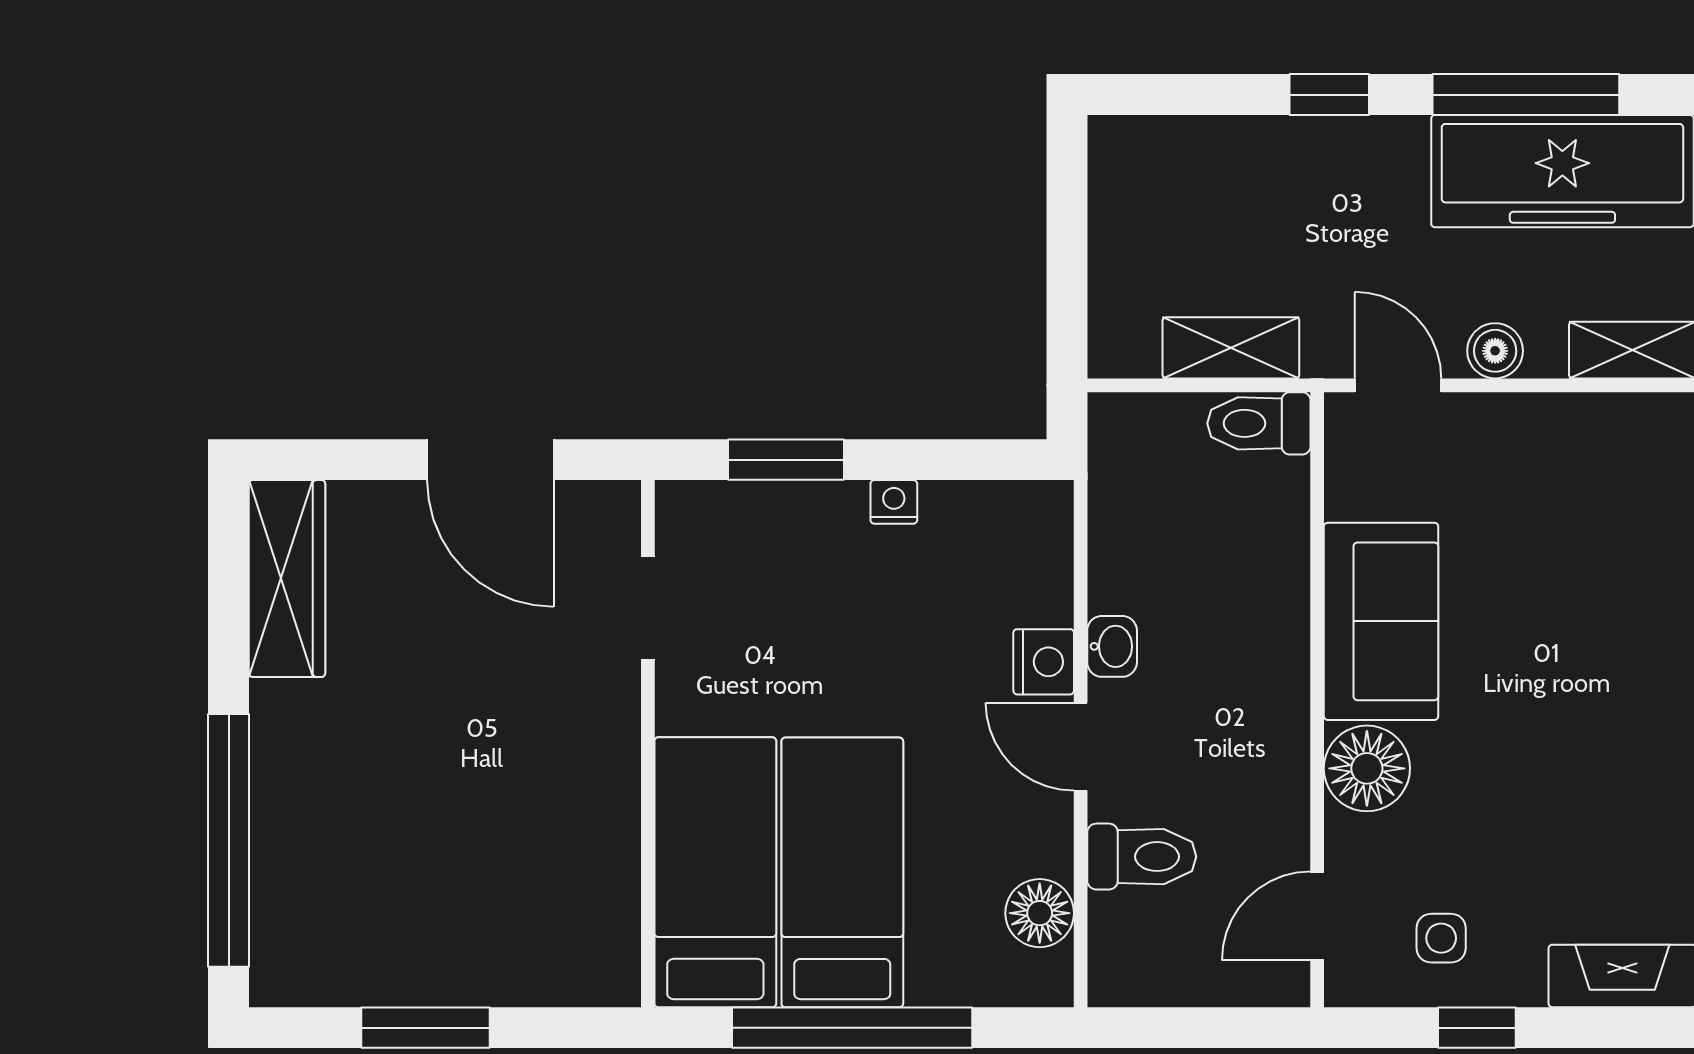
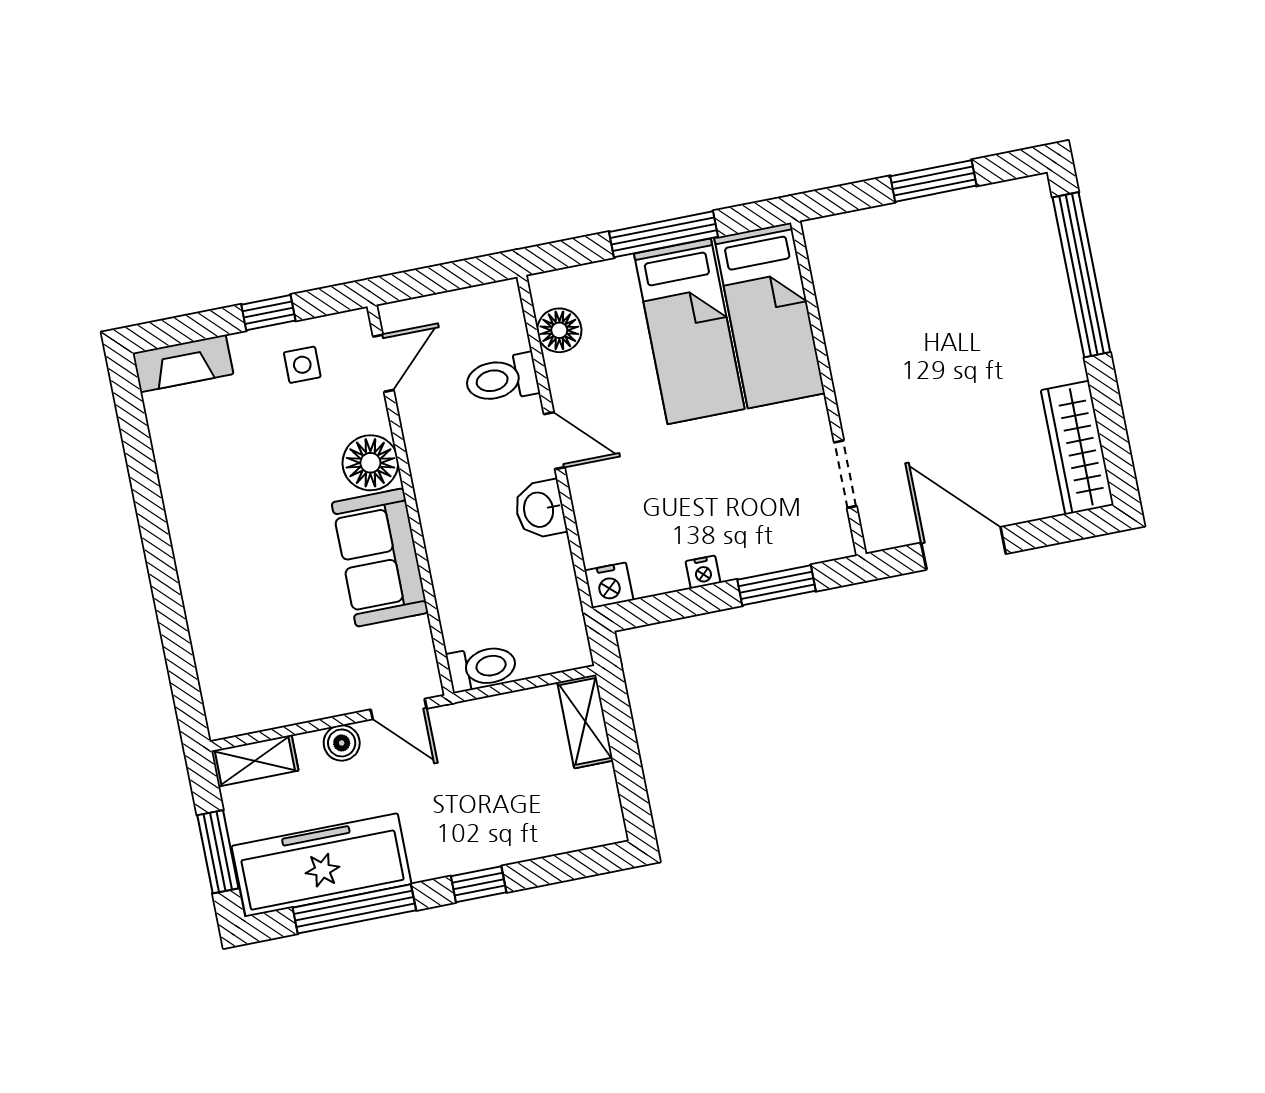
shelving: (1231, 348) -> (585, 721), moved, turned 90
washbasin: (1112, 646) -> (540, 509), width x1.38, depth x1.45
nightstand: (1044, 662) -> (609, 585), moved, turned -90
window: (852, 1028) -> (664, 234), width x0.68

